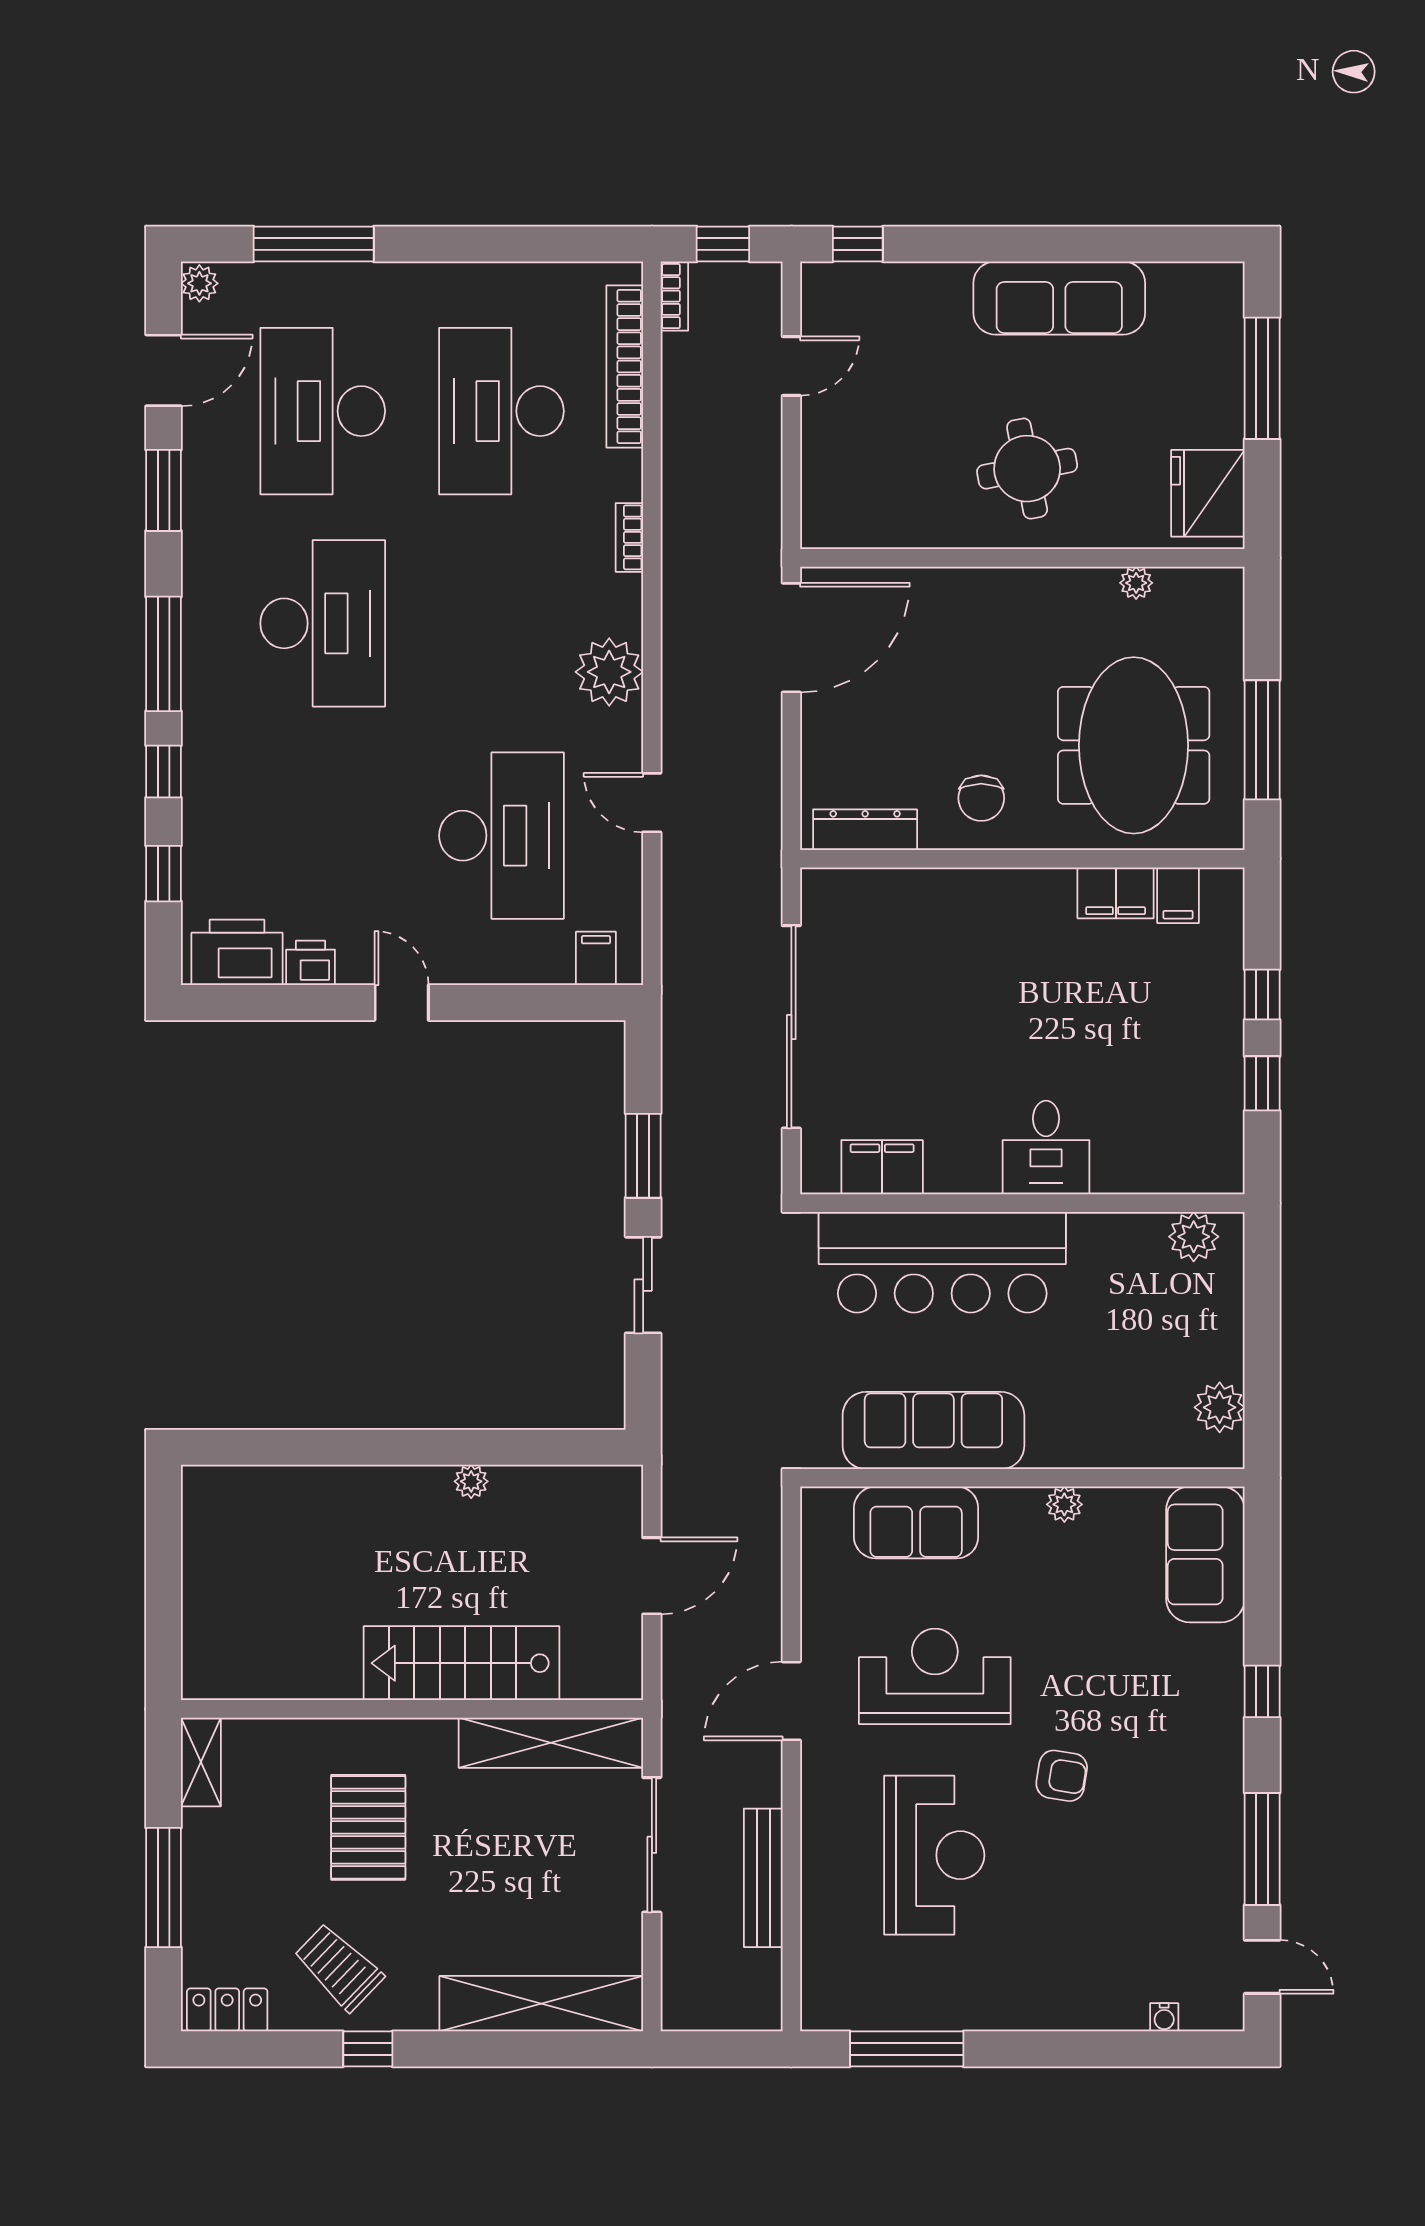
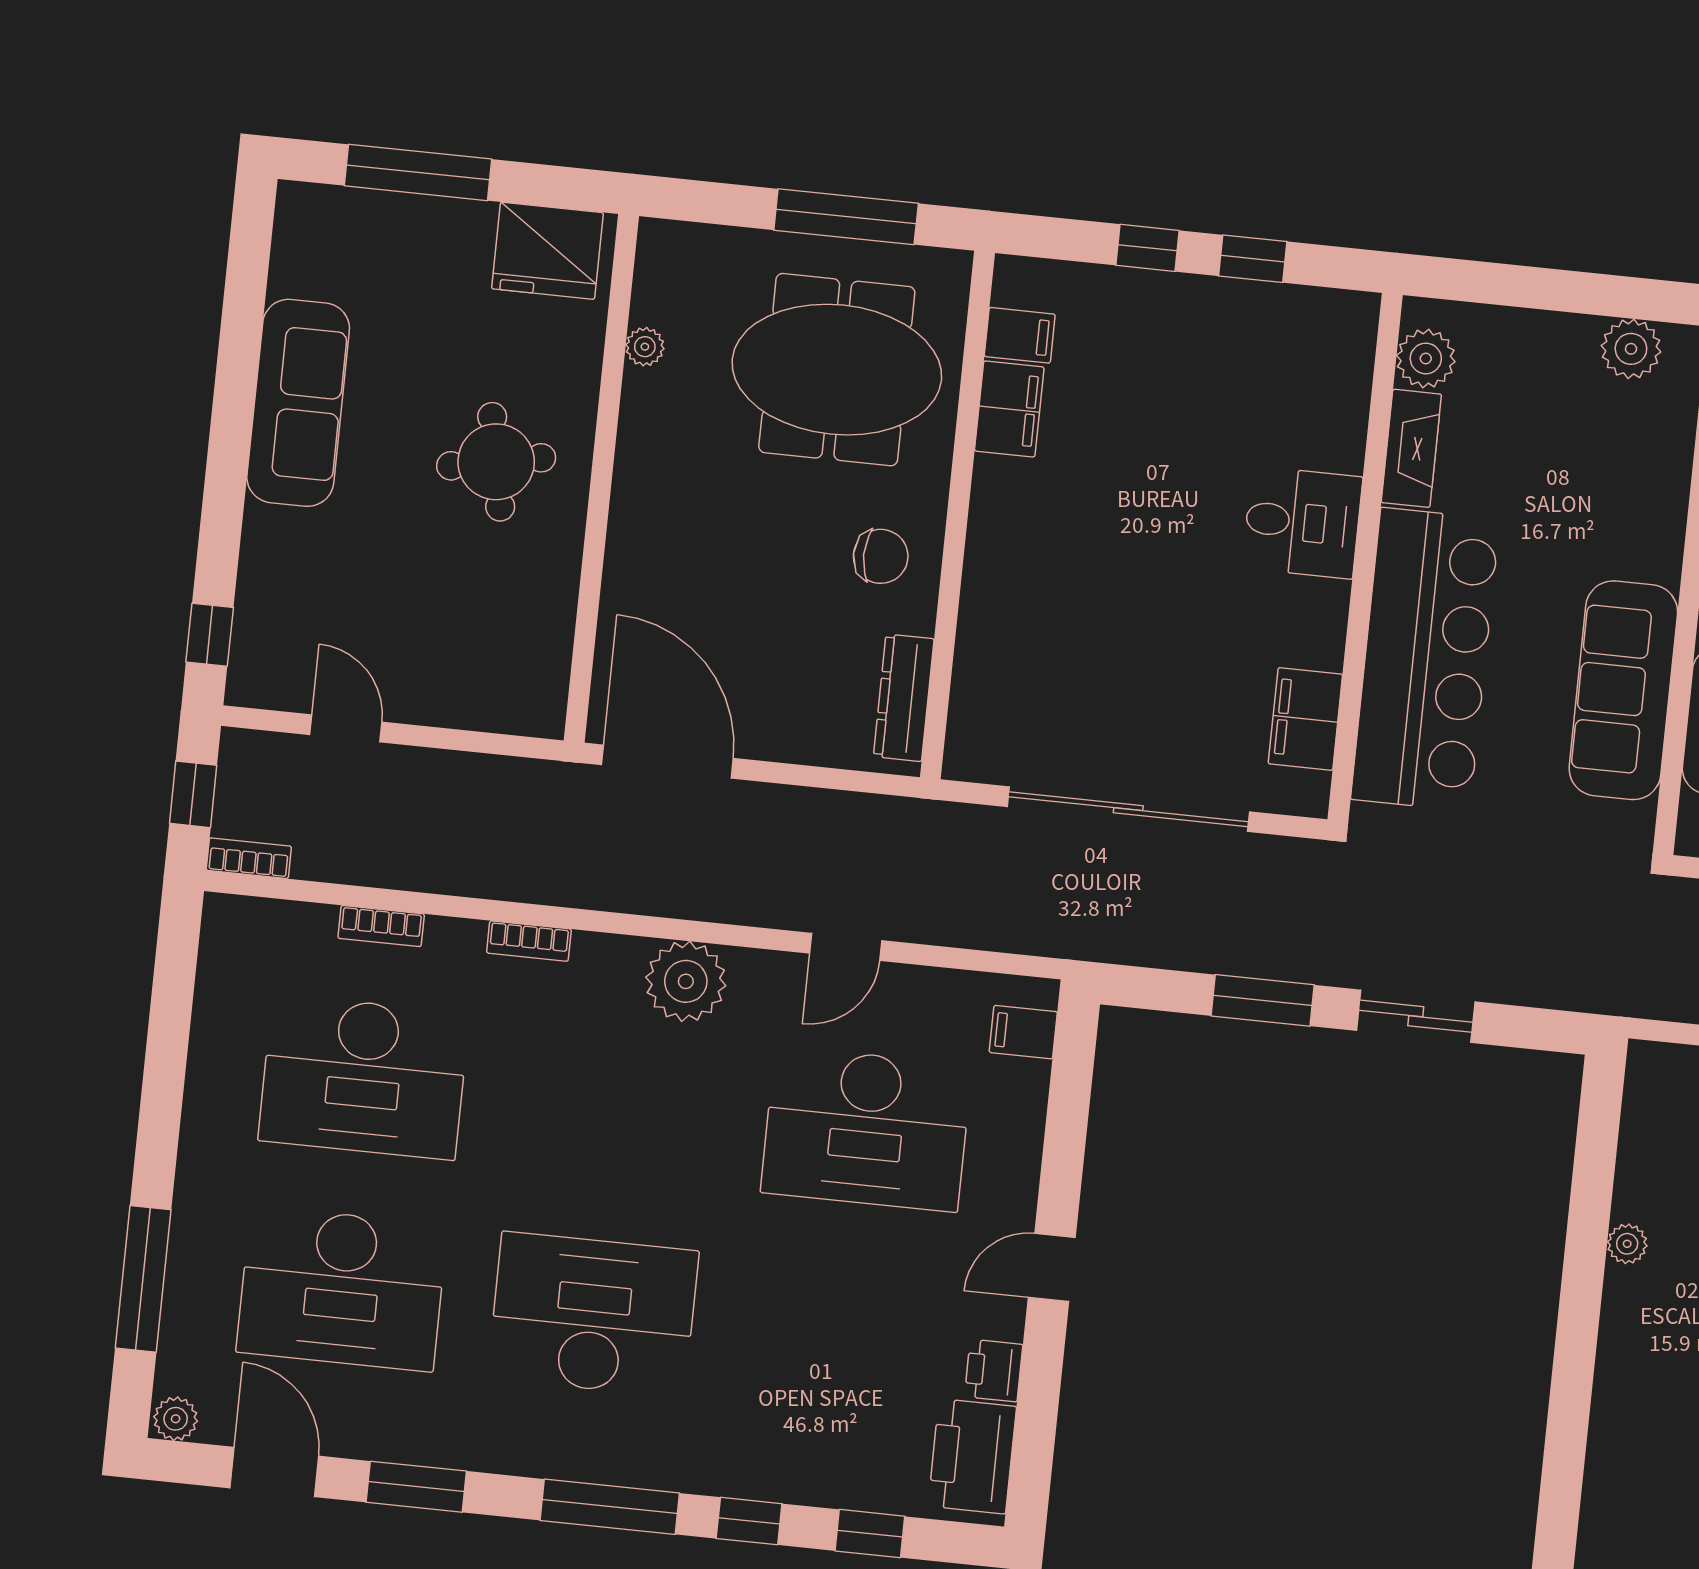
bookcase: (625, 367) -> (381, 926), width x0.43, depth x0.76
desk: (501, 836) -> (866, 1129), turned 180
fireplace: (1117, 1232) -> (1411, 448), added

